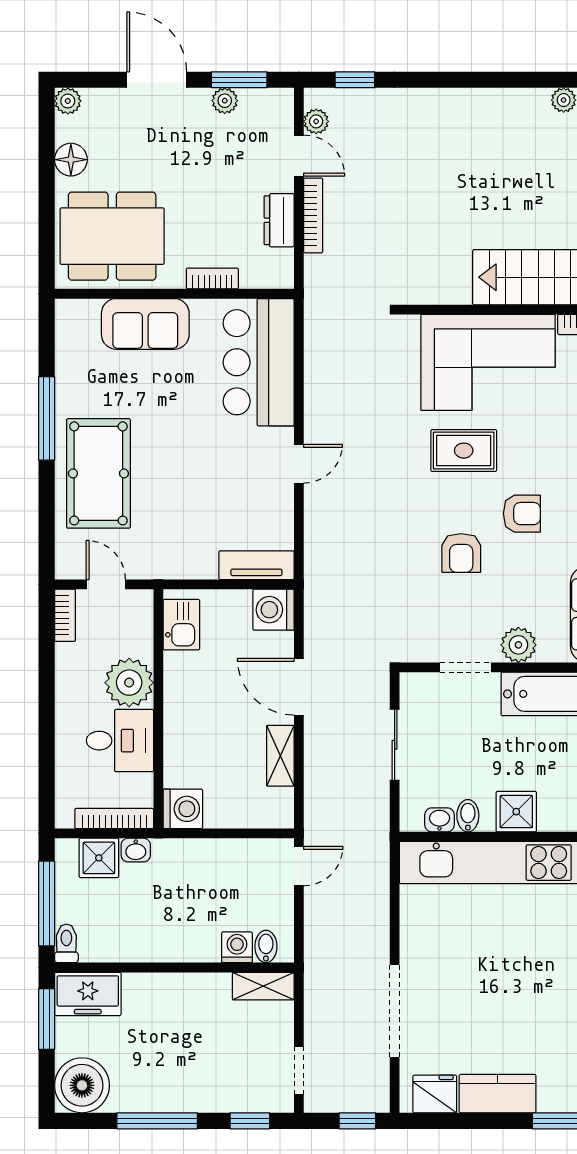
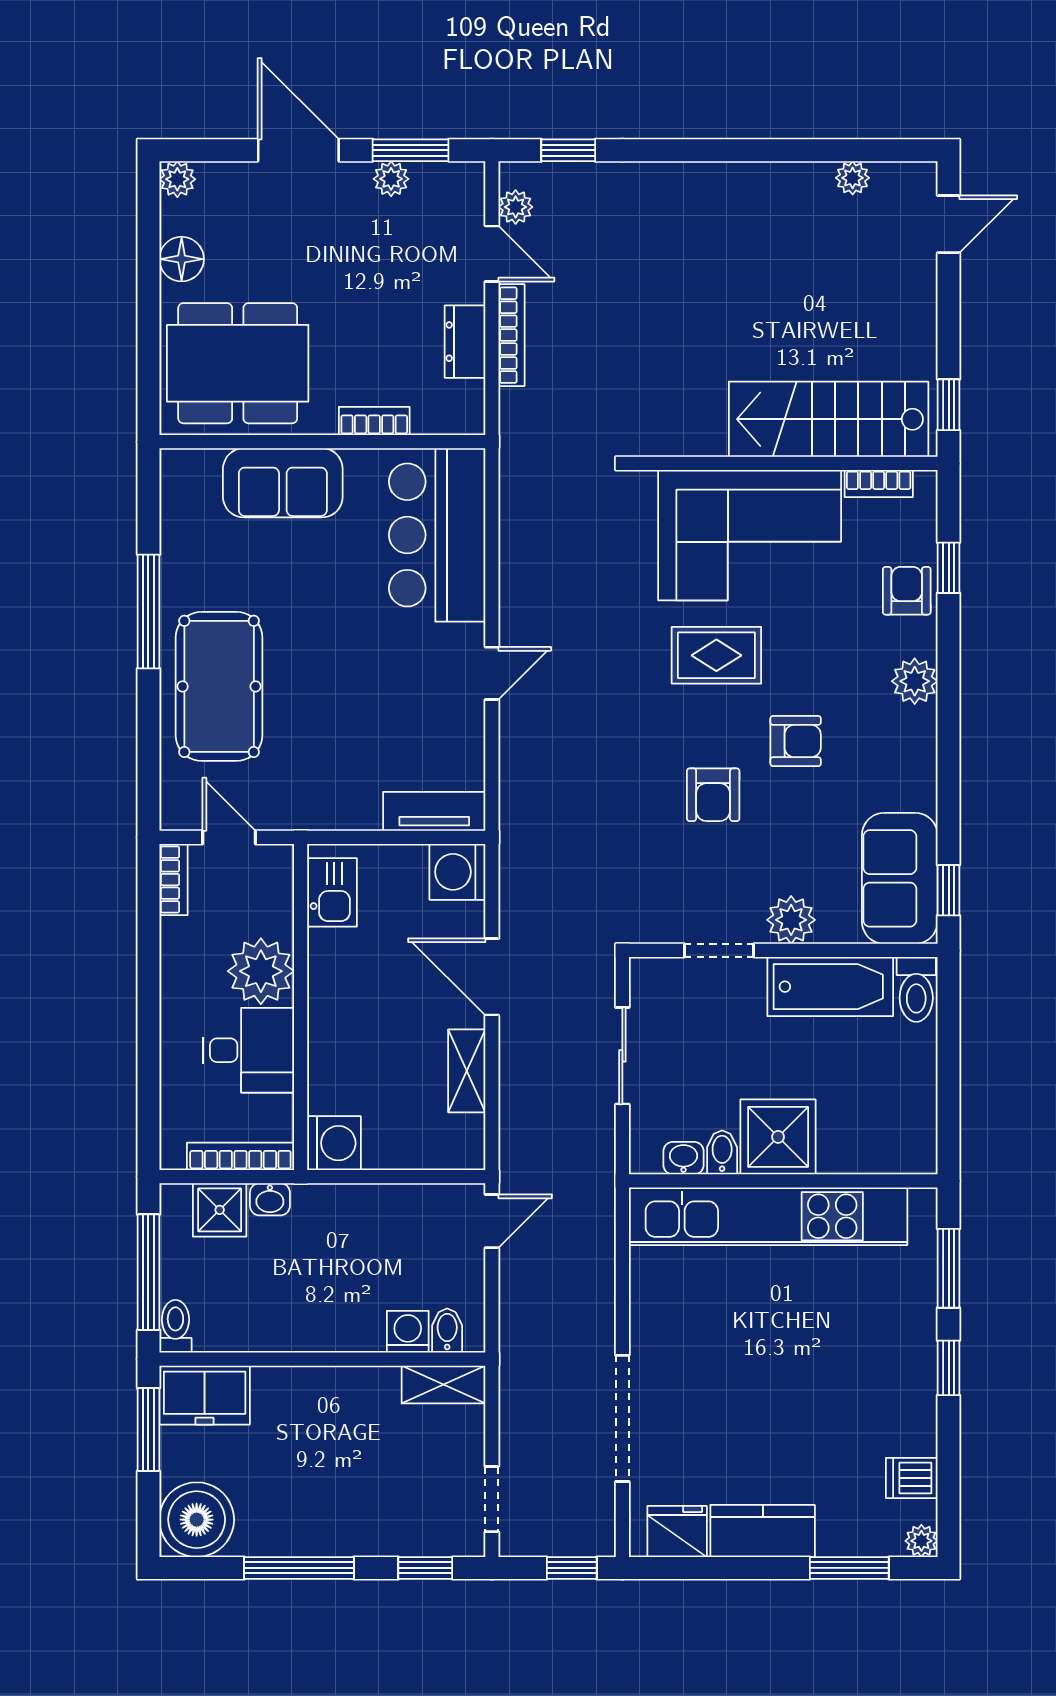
shower: (516, 812) -> (778, 1137), width x1.36, depth x1.36

